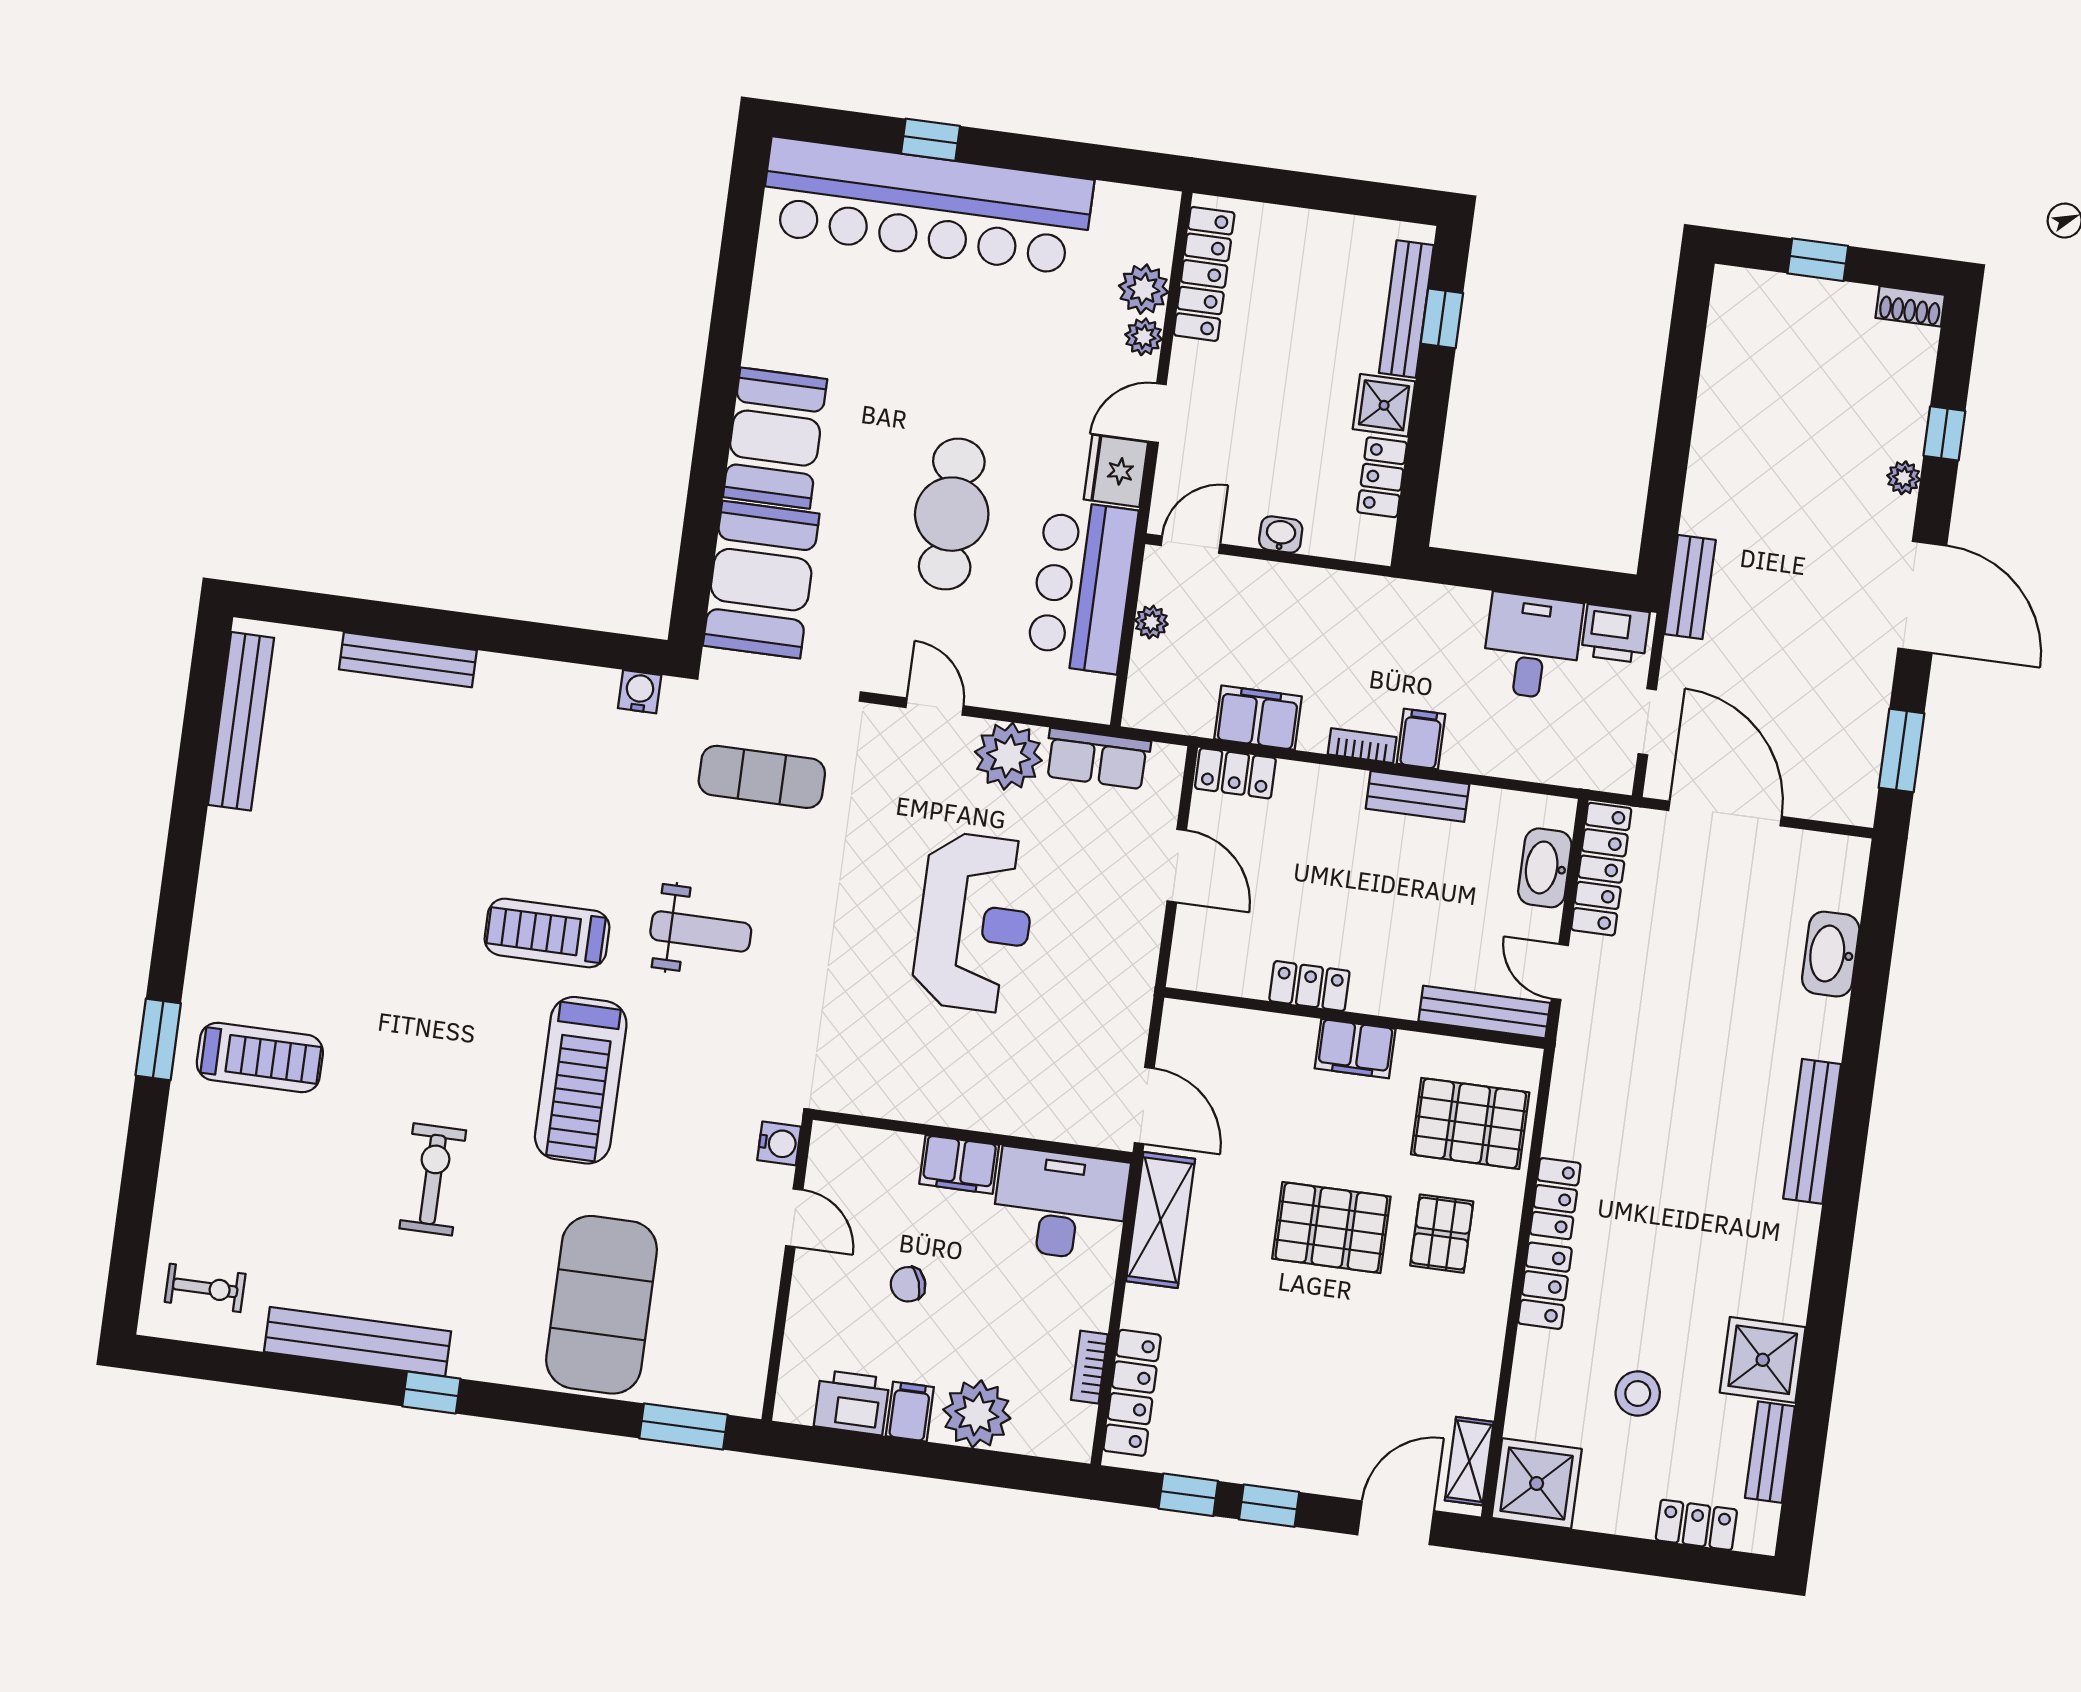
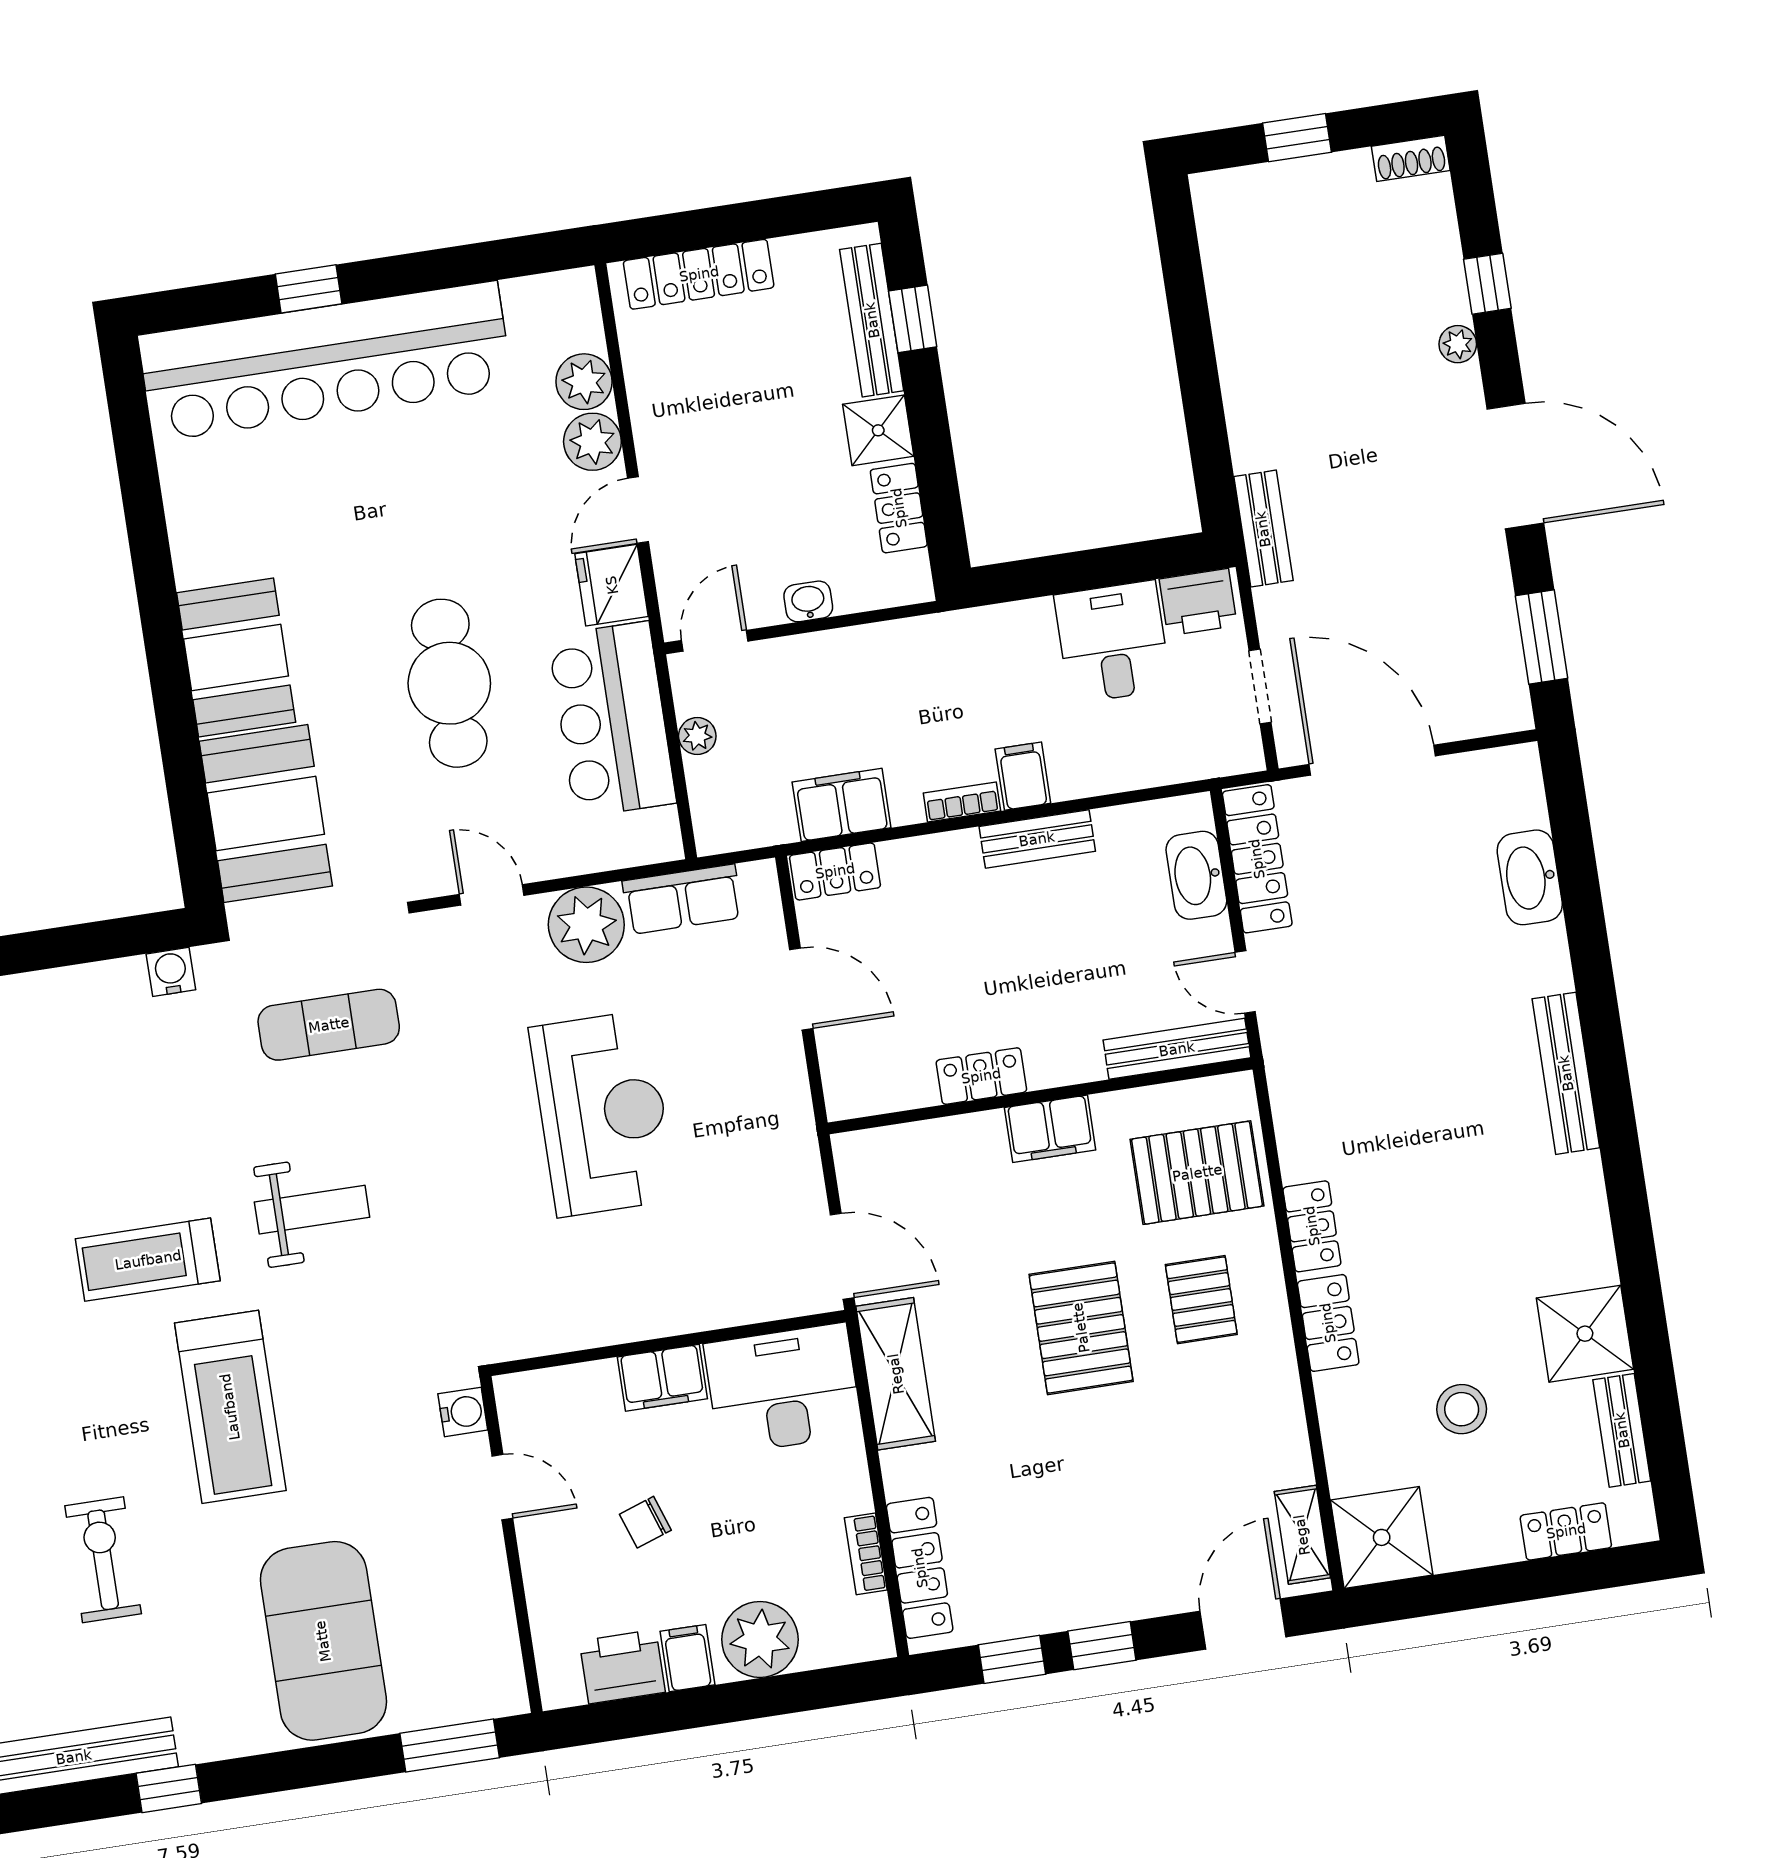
locker: (1204, 274) -> (699, 274), moved, turned 90
plant: (1144, 337) -> (592, 442), width x1.38, depth x1.38
pallet: (1331, 1228) -> (1081, 1328), turned 90

